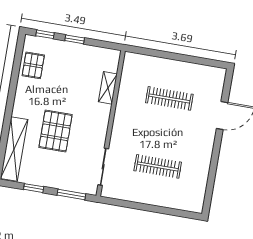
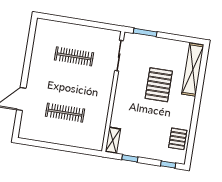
window: (75, 39) -> (130, 158), moved
shelving: (108, 88) -> (113, 140), moved
window: (34, 188) -> (176, 37), removed

